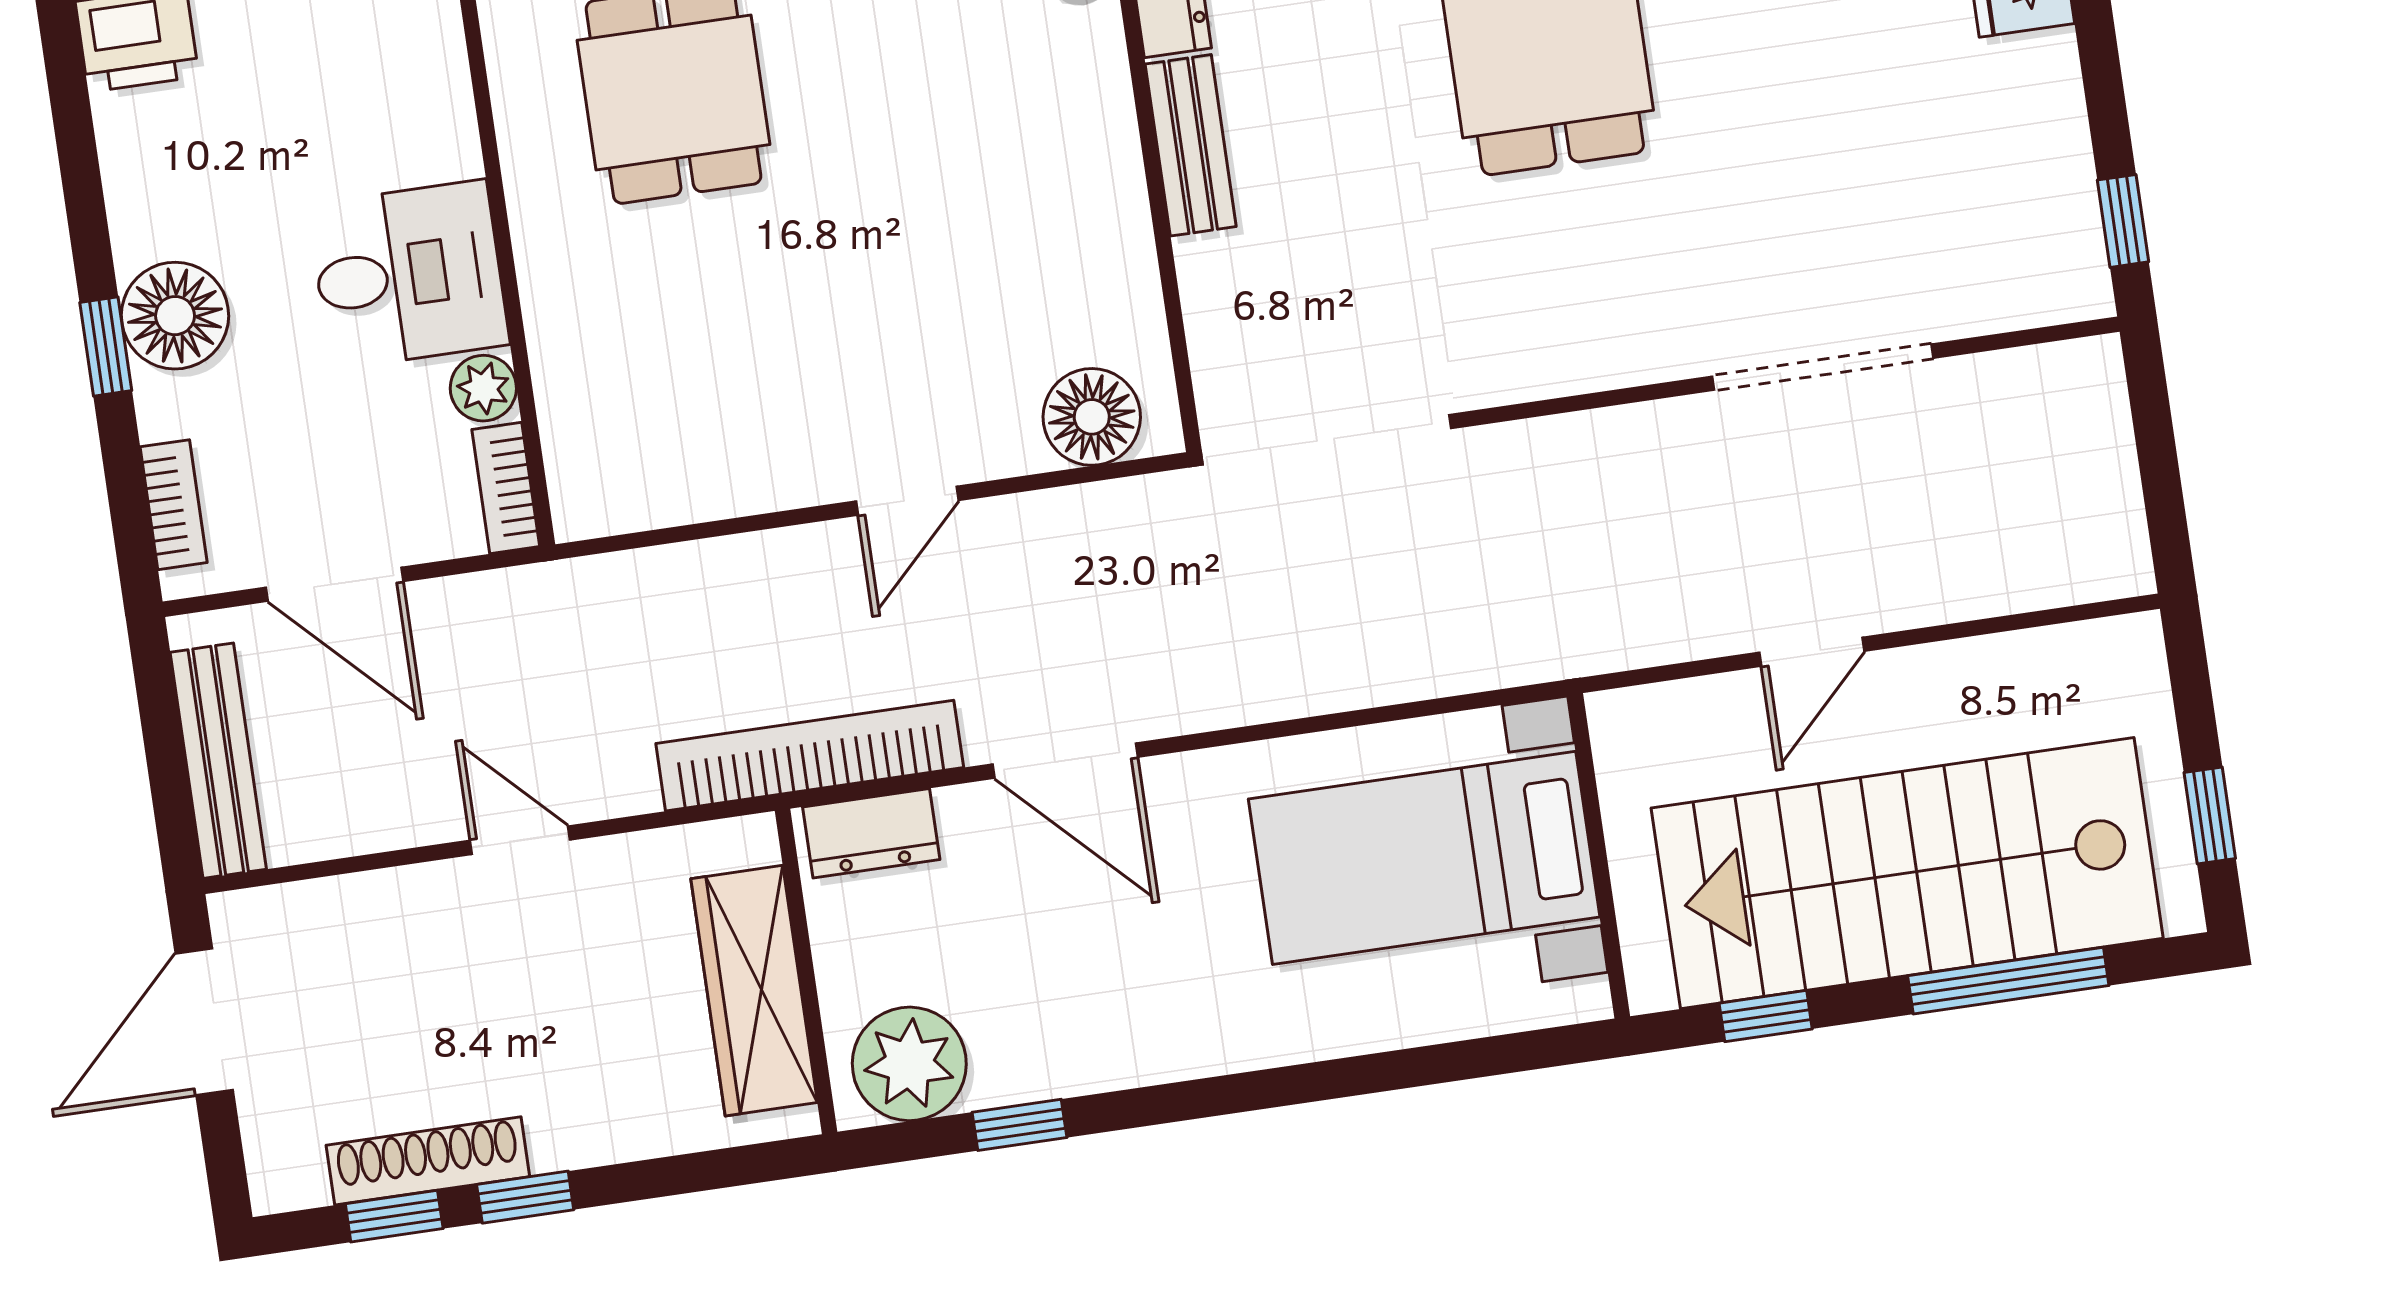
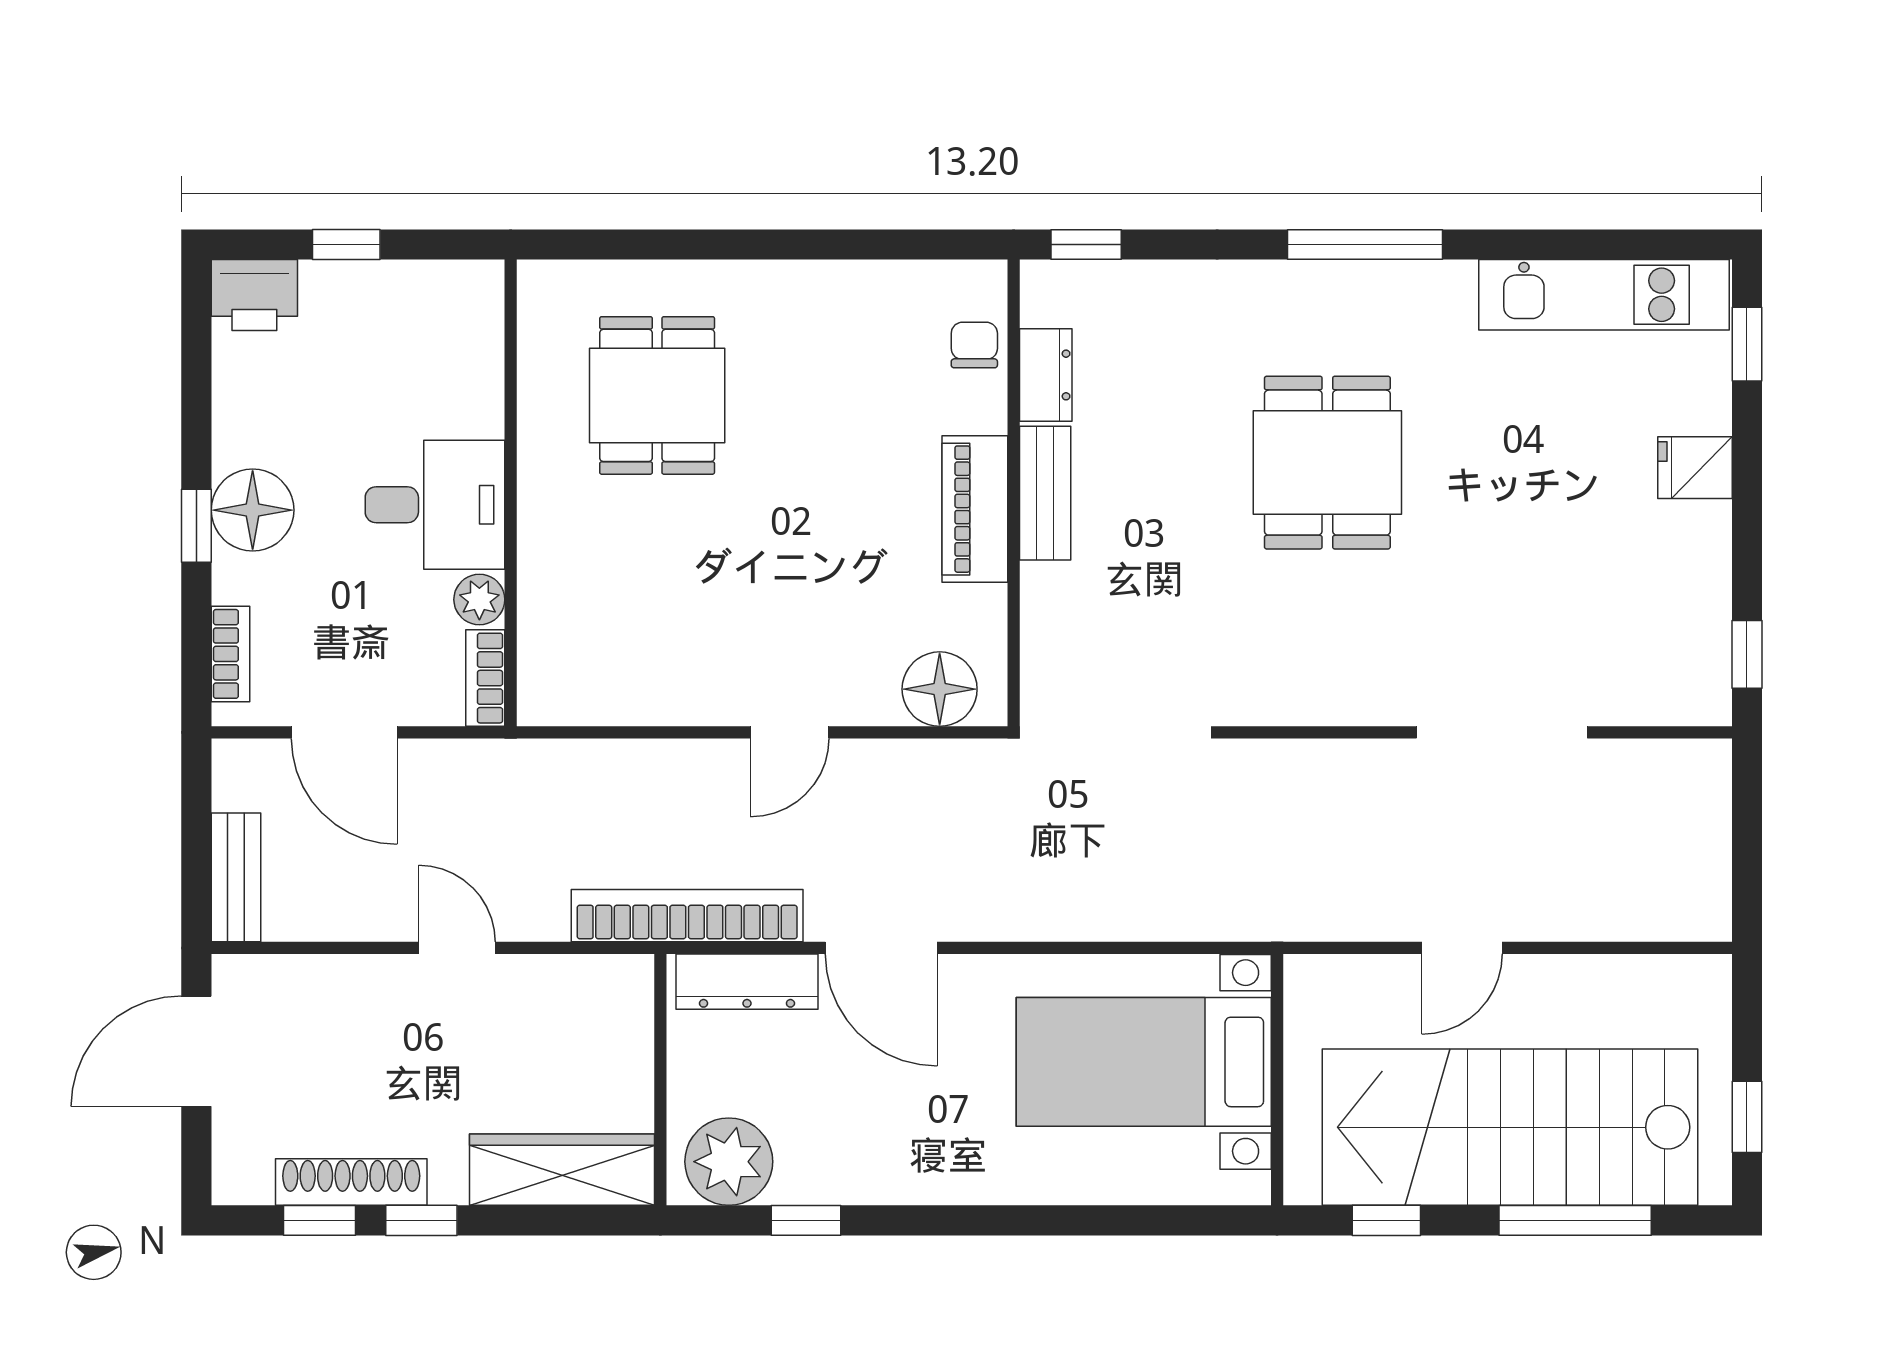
piano: (1103, 179) -> (975, 509), added
bench: (218, 761) -> (236, 877), width x0.73
dresser: (871, 833) -> (747, 982), width x1.44
wardrobe: (754, 991) -> (562, 1170), moved, turned 90

